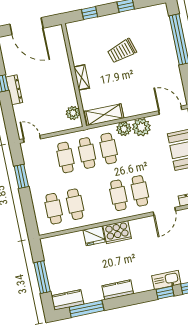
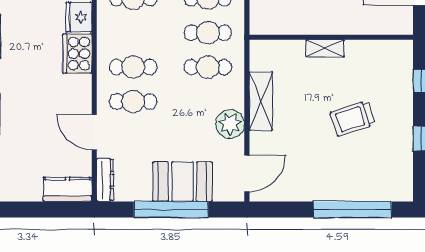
trolley: (122, 51) -> (353, 118), turned -91
plant: (73, 113) -> (273, 24), removed
shelving: (104, 115) -> (261, 101), moved
plant: (124, 129) -> (233, 97), removed

